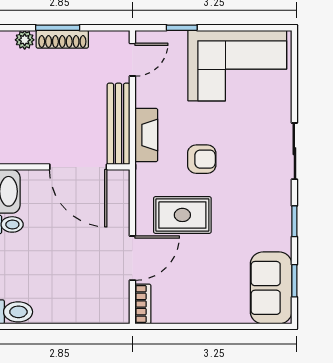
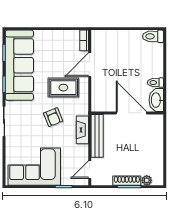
armchair: (202, 159) -> (53, 117), turned -112
door: (78, 167) -> (131, 113), moved
sofa: (271, 288) -> (19, 65), width x1.85, depth x1.27

